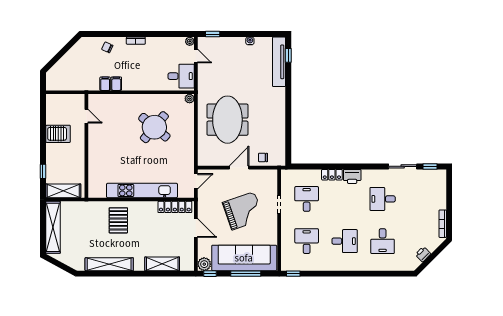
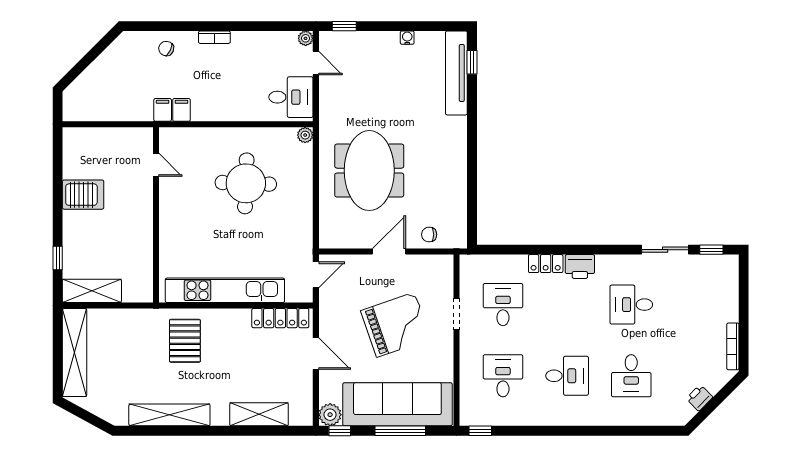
door: (86, 116) -> (156, 165), moved
round table: (154, 127) -> (246, 183), turned -38
wall: (86, 146) -> (156, 215), moved

